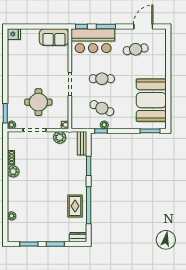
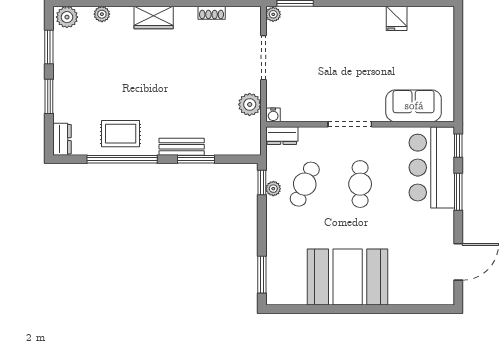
door: (143, 26) -> (458, 262), hinge flipped
fridge: (14, 34) -> (397, 18), moved
sofa: (54, 37) -> (414, 106), moved, turned 90
cafe table: (136, 49) -> (415, 248), removed
booth: (151, 100) -> (348, 277), moved
round table: (38, 102) -> (316, 65), removed
dresser: (76, 120) -> (282, 136), added
bench: (82, 143) -> (182, 147), moved
plant: (13, 171) -> (67, 17), moved
wardrobe: (13, 188) -> (154, 18), added

